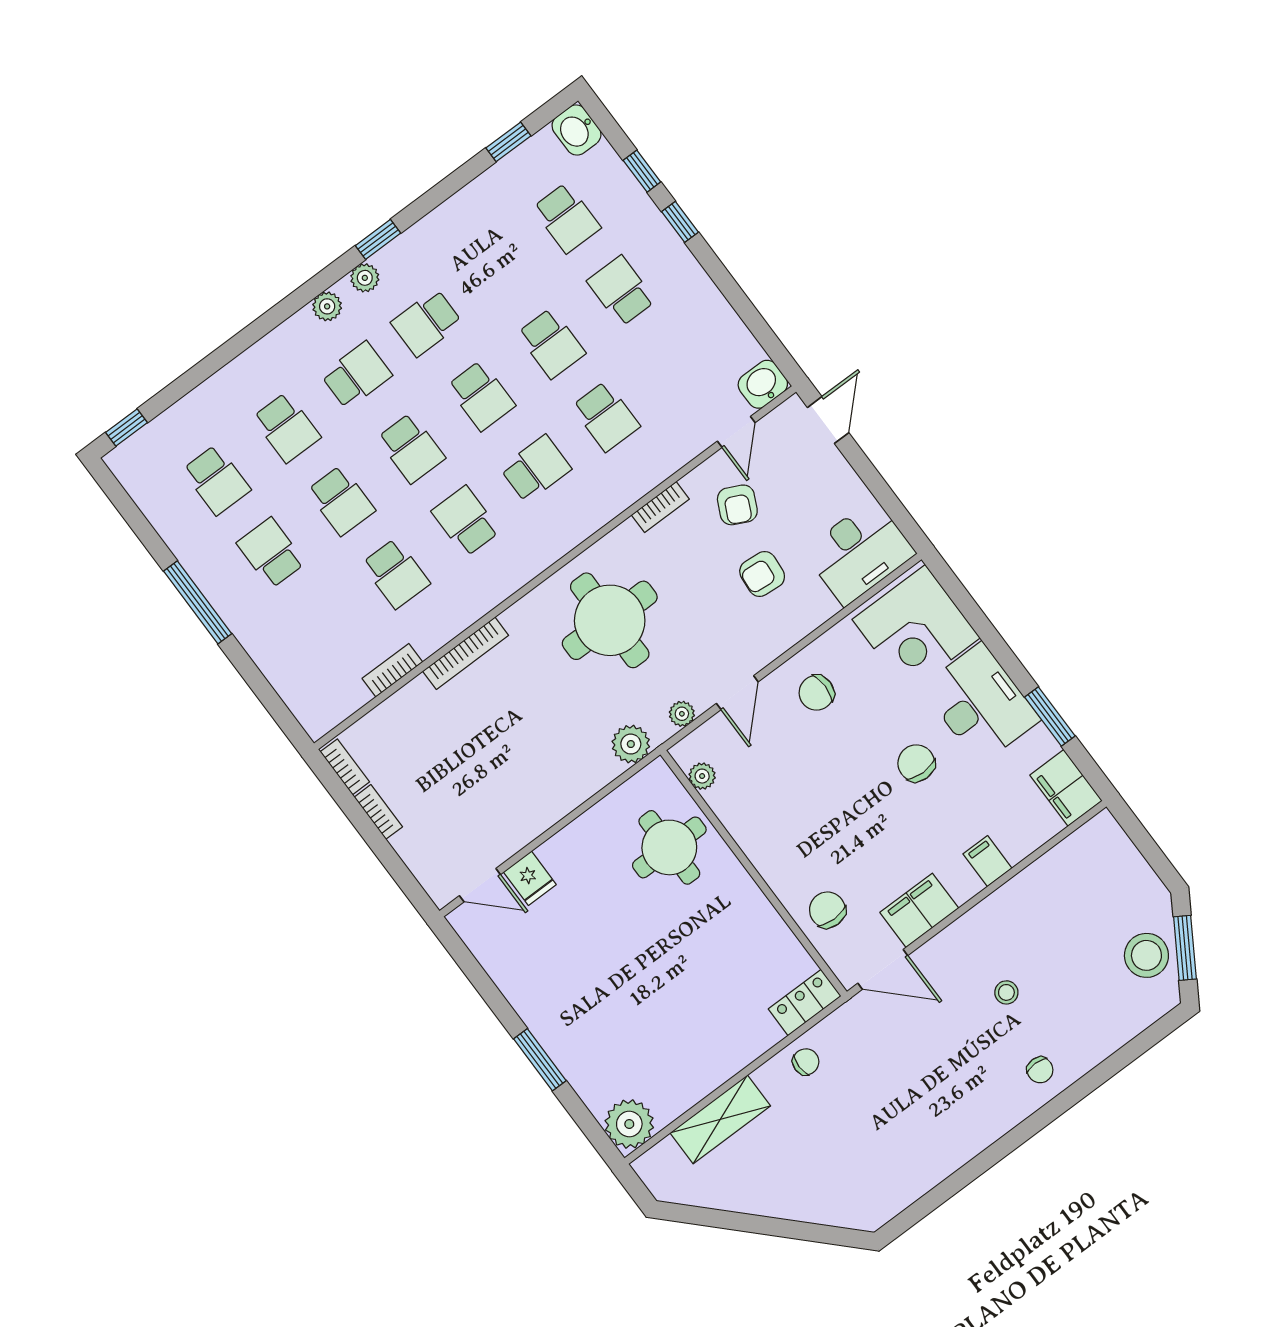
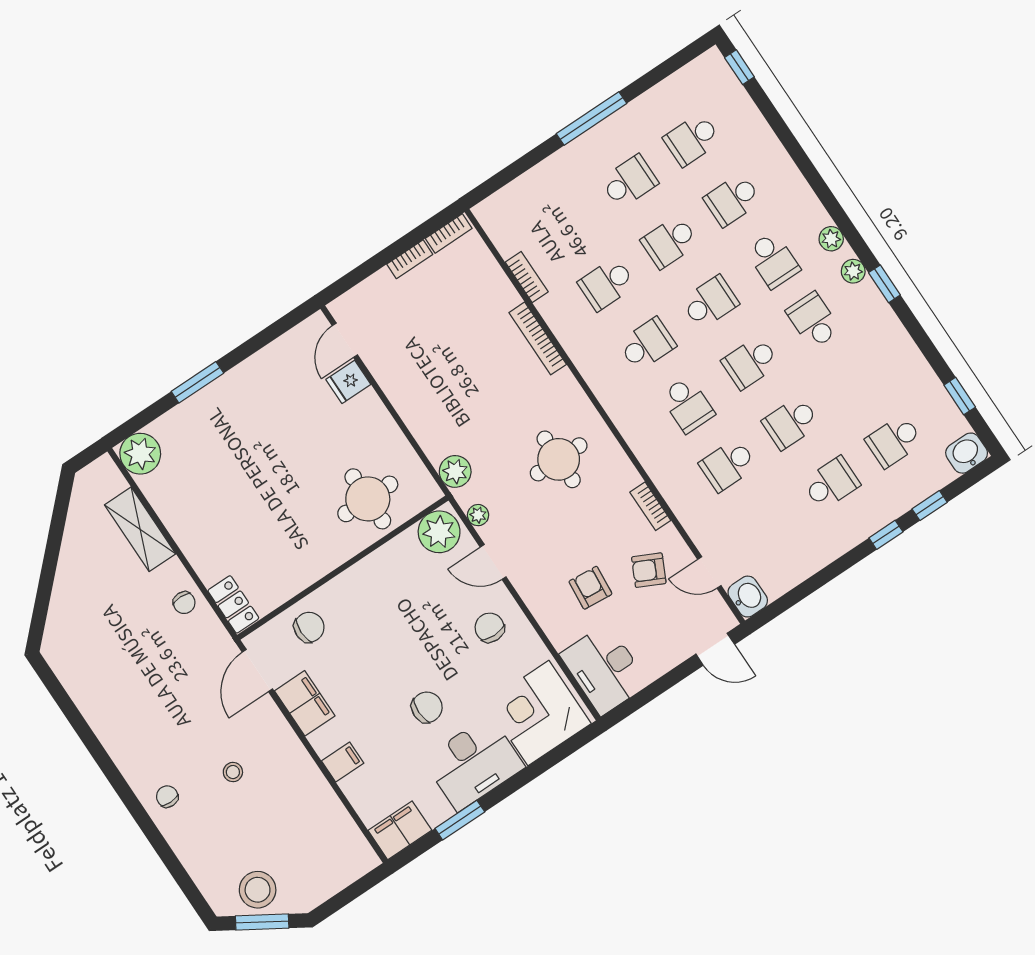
school desk: (411, 448) -> (710, 302), turned 180
round table: (610, 620) -> (559, 459), width x0.73, depth x0.73
plant: (702, 776) -> (439, 532), width x1.88, depth x1.88
chair: (1040, 1070) -> (167, 797), turned 90

